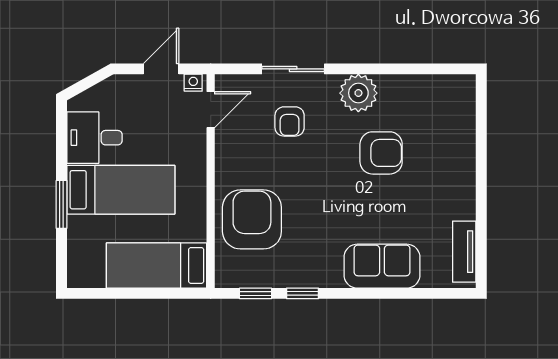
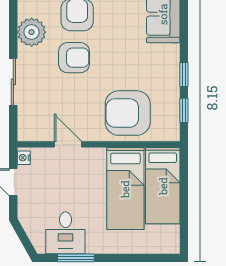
door: (211, 110) -> (68, 144), moved
armchair: (290, 121) -> (74, 58), moved, width x1.38, depth x1.38
bed: (121, 190) -> (125, 189), moved, turned 180
window: (61, 204) -> (76, 258), moved

